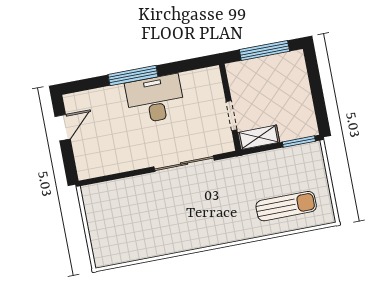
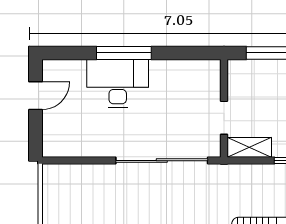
desk: (155, 99) -> (118, 84), moved
sliding door: (184, 163) -> (162, 161), width x1.36

